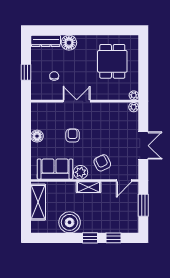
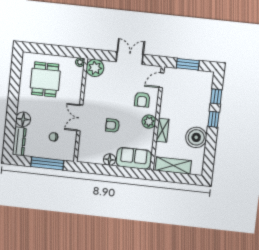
dining table: (112, 61) -> (45, 79), turned 90
window: (26, 72) -> (47, 163), width x2.17
plant: (134, 107) -> (95, 68), width x1.88, depth x1.88
armchair: (102, 163) -> (142, 100), turned -65
sofa: (55, 169) -> (134, 158), moved, turned 90
door: (124, 180) -> (161, 80), swing flipped
shelving: (88, 187) -> (162, 130), moved

